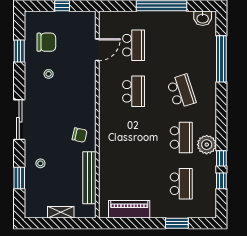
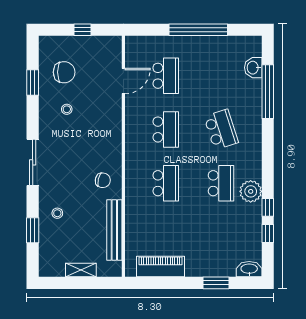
washbasin: (203, 18) -> (253, 68), moved, turned 90
school desk: (181, 184) -> (166, 183), moved
washbasin: (205, 211) -> (249, 269), added

